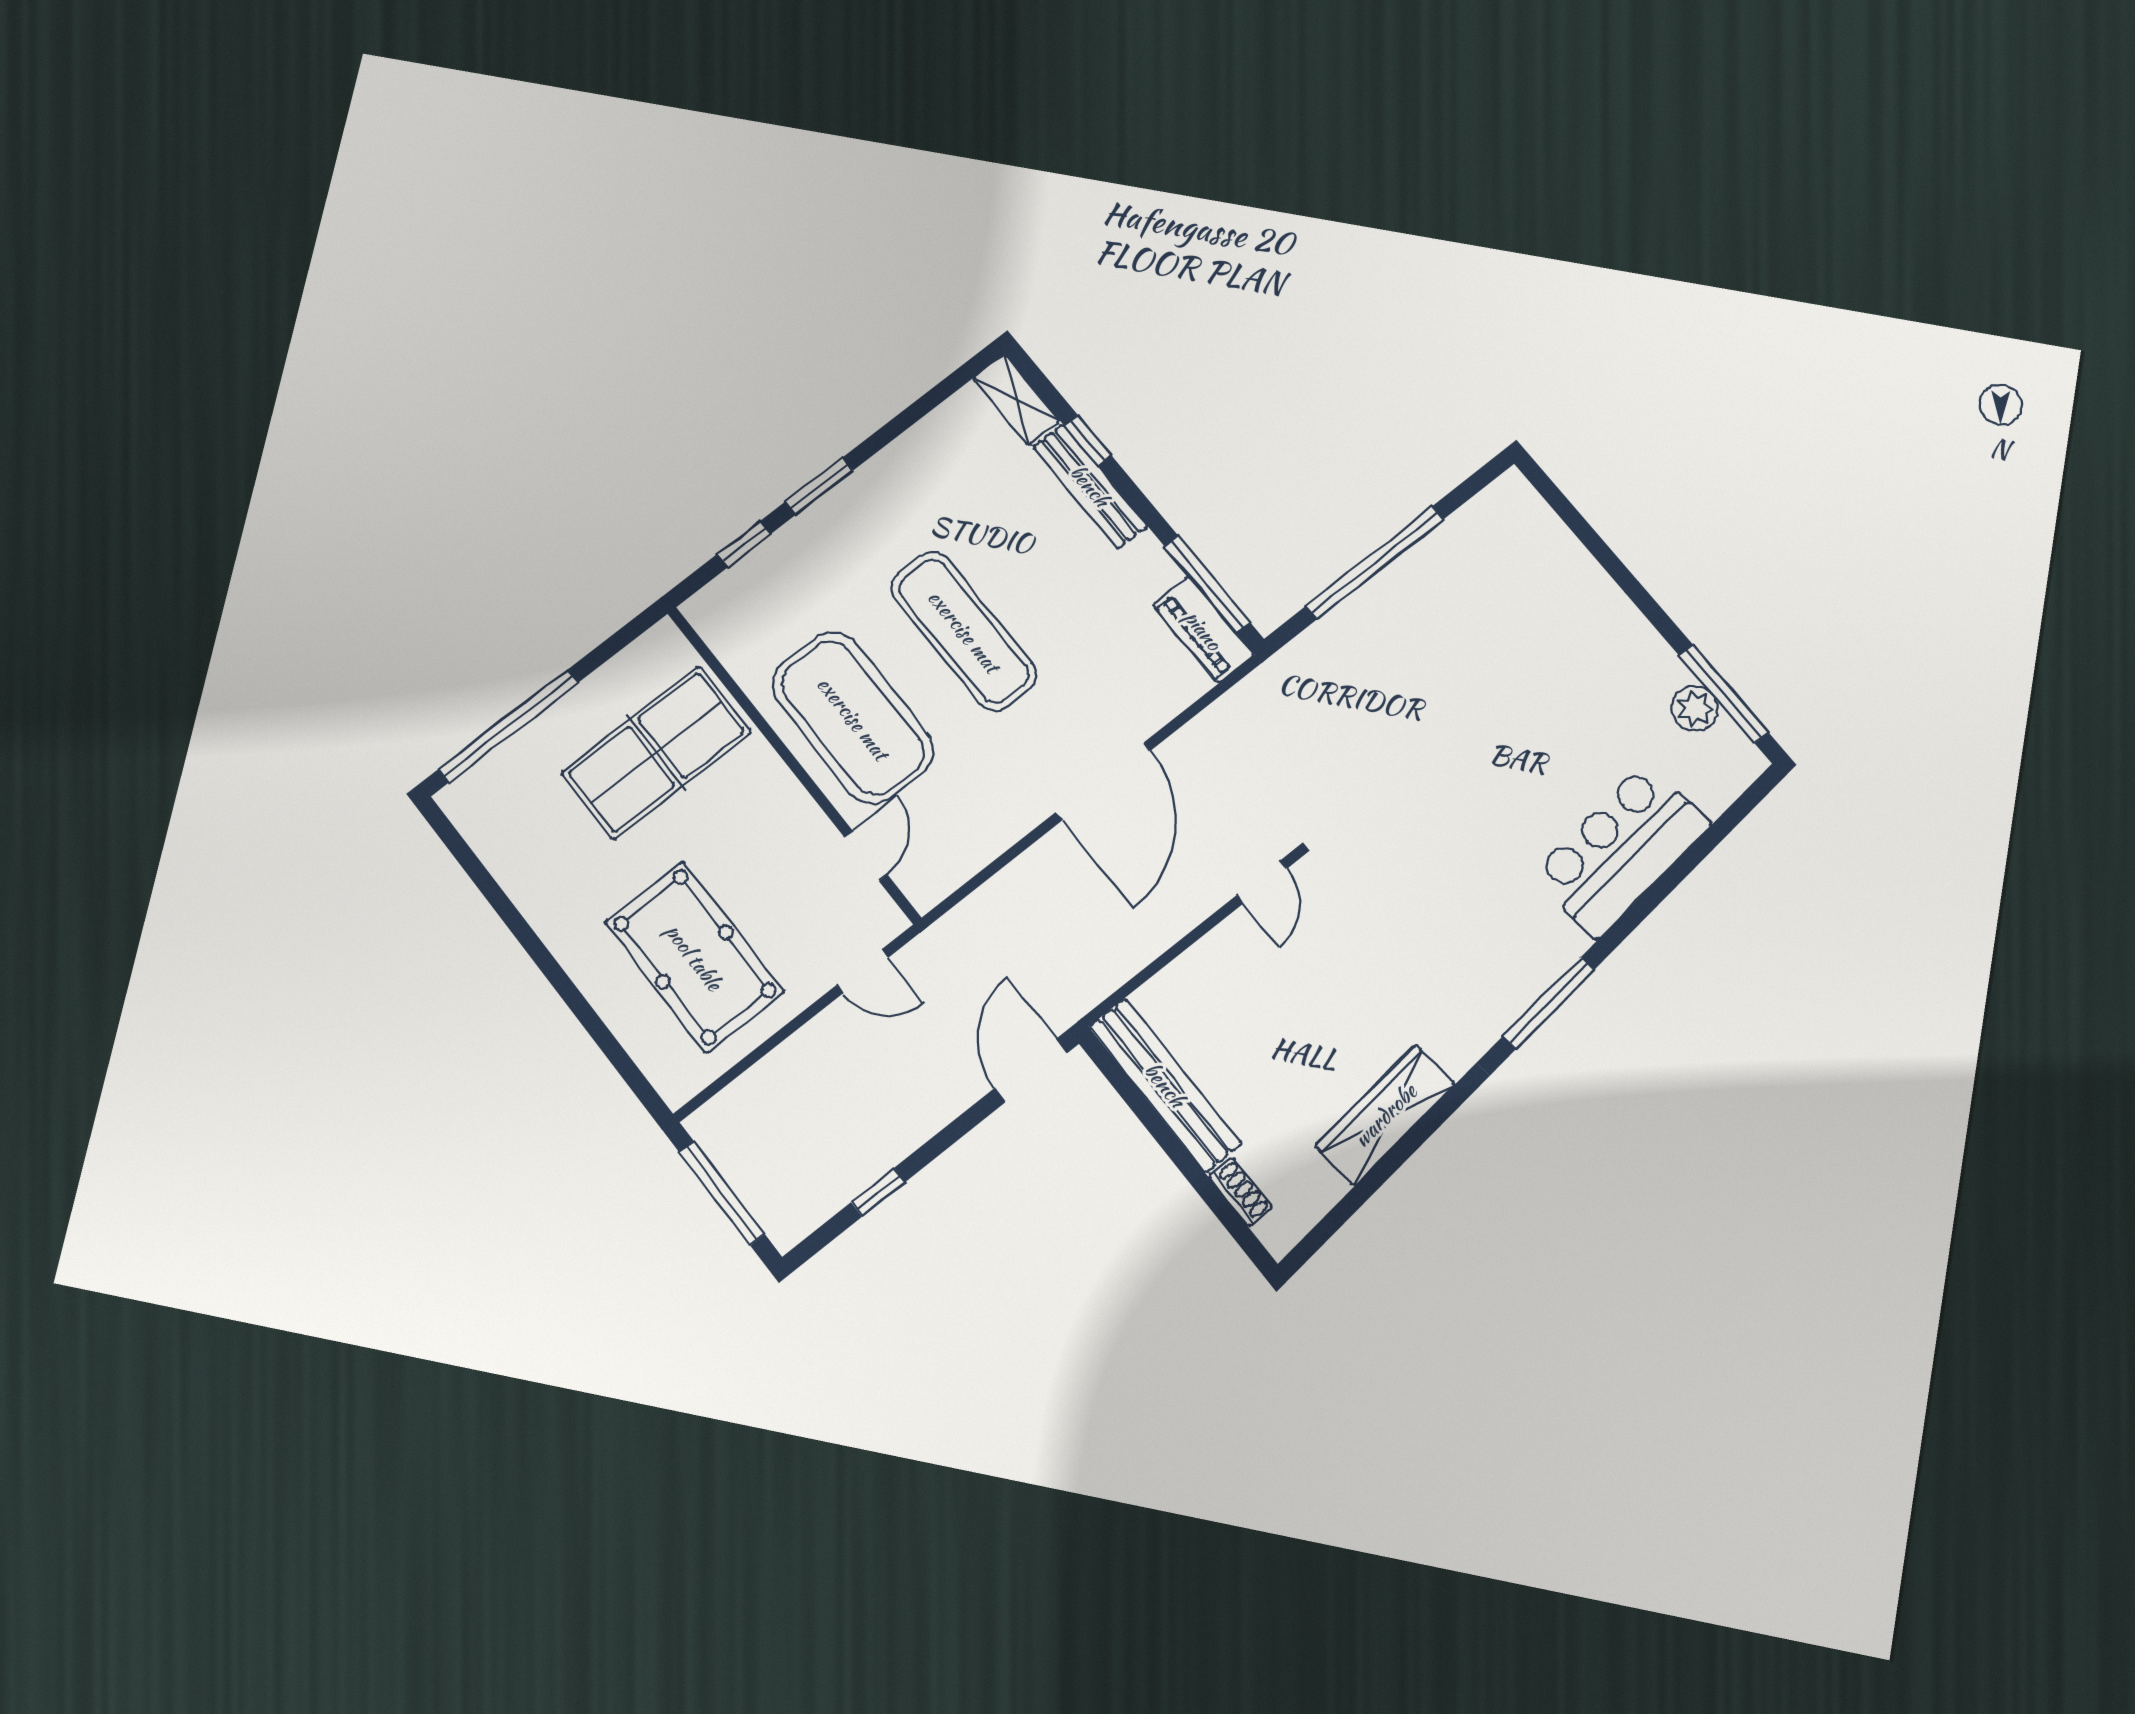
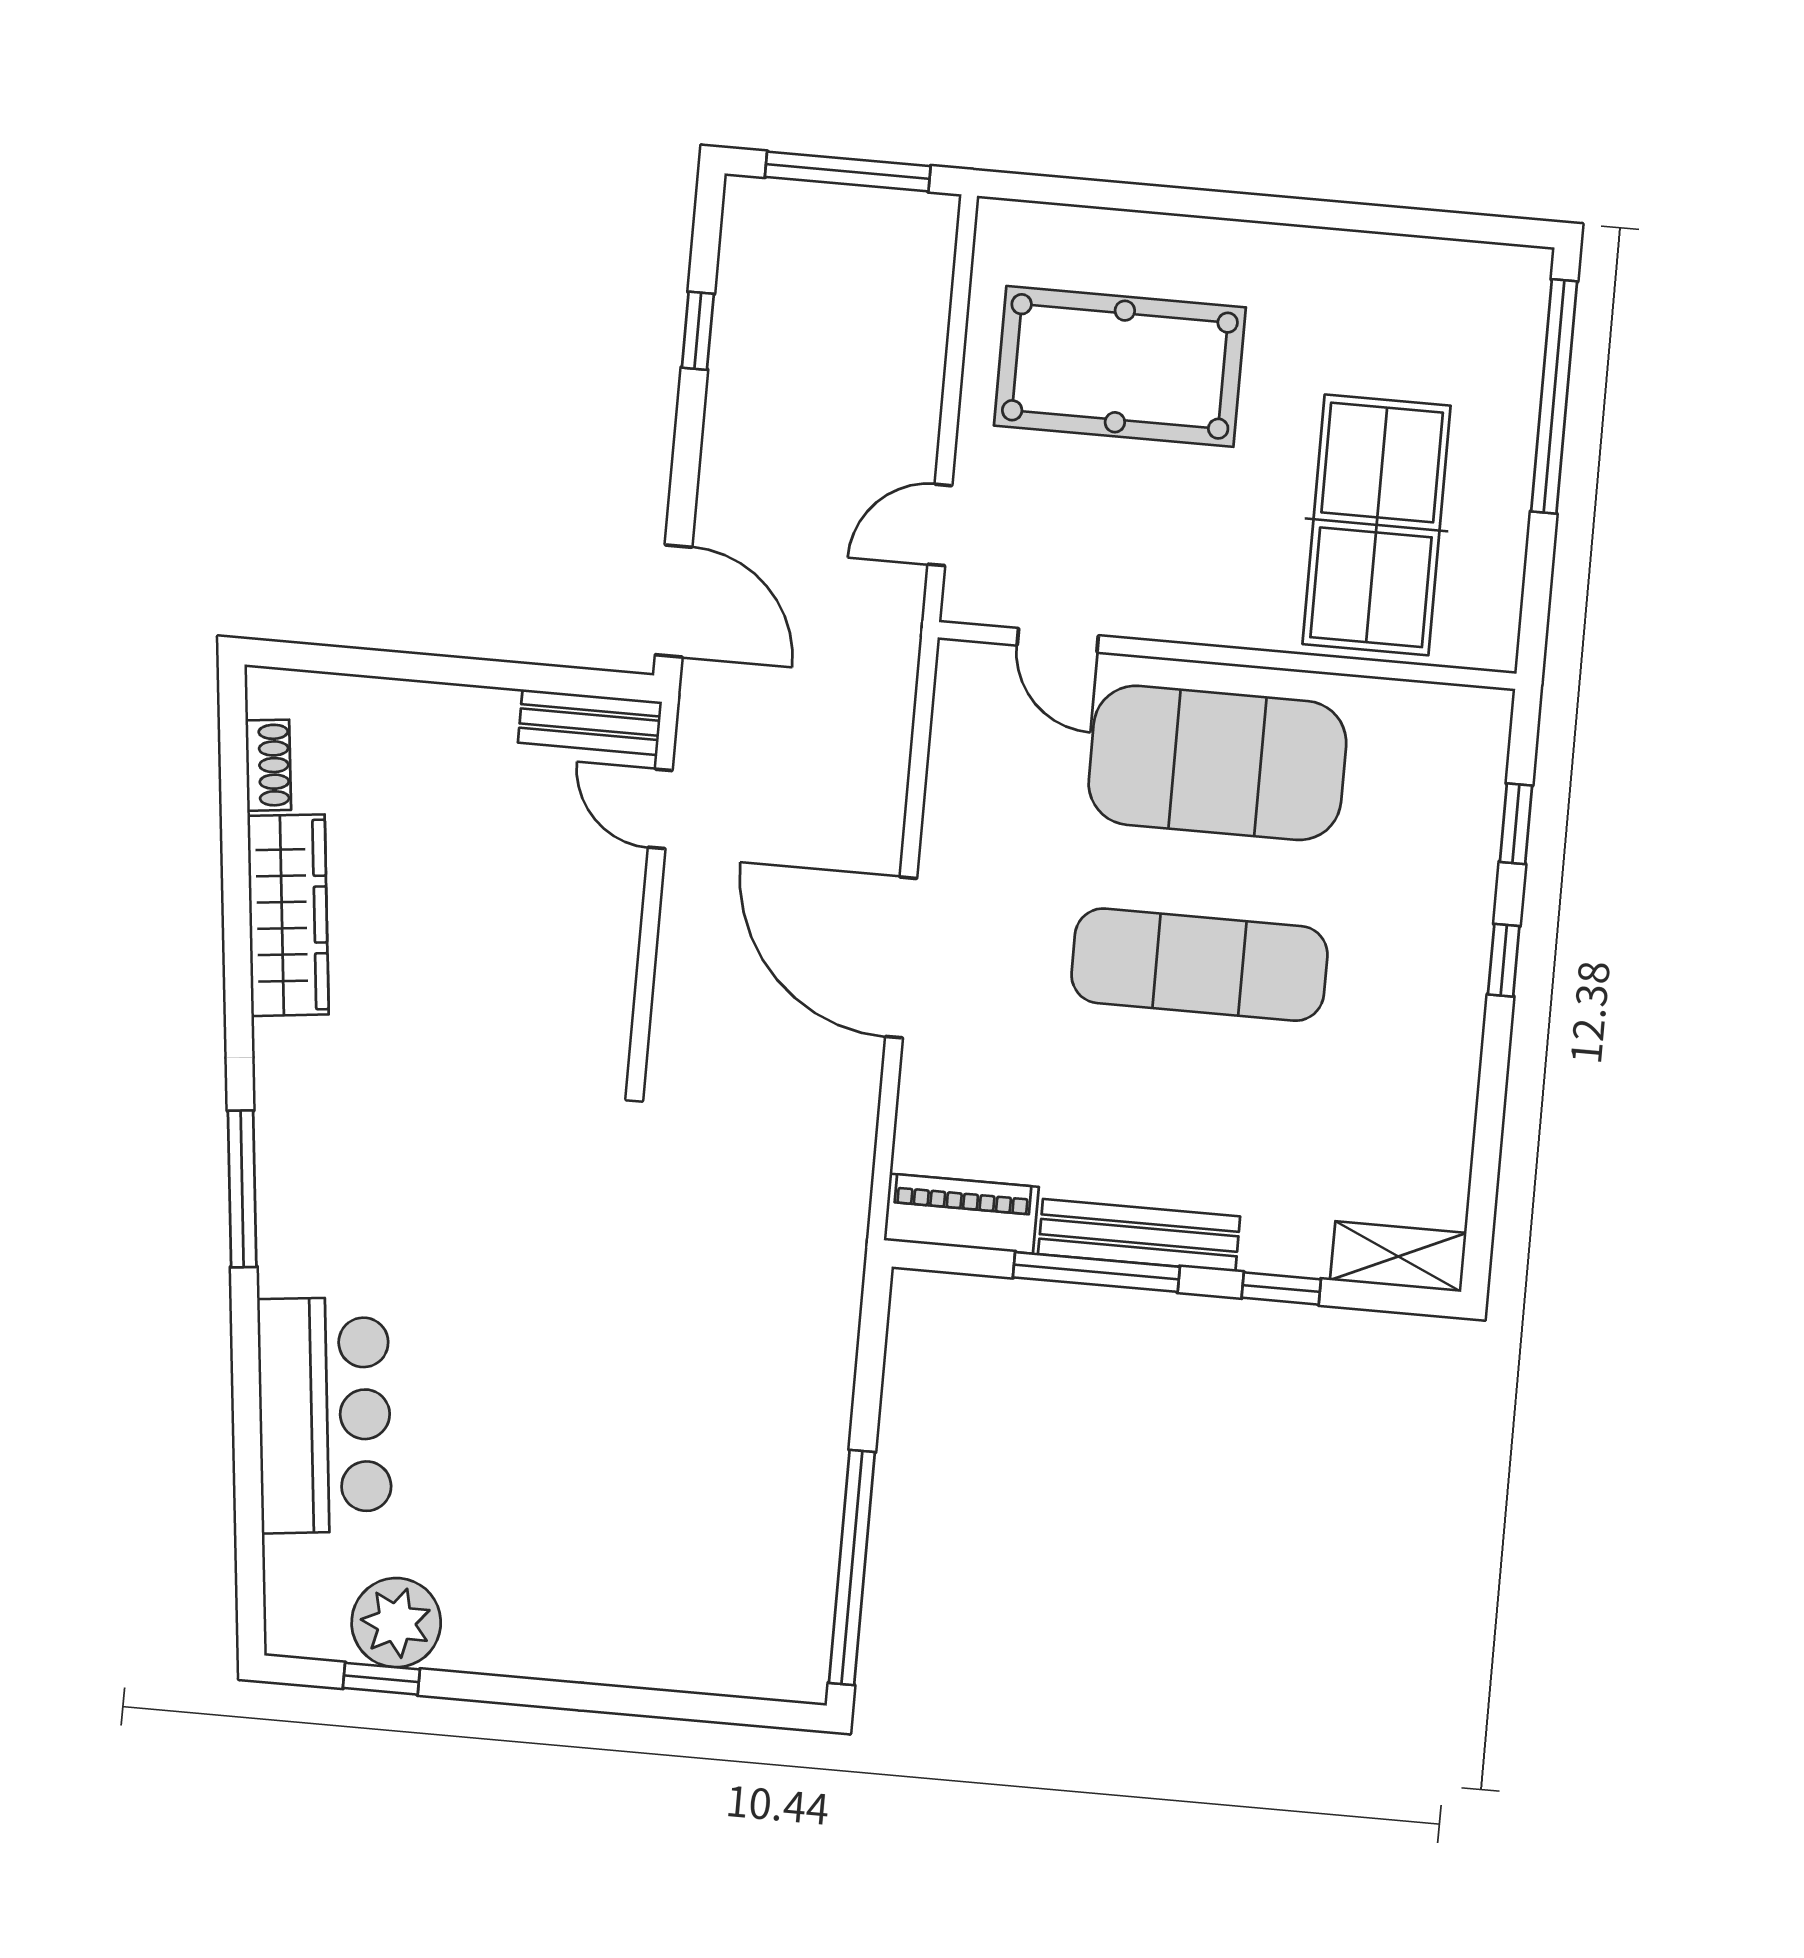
window: (819, 486) -> (1504, 960), width x0.67
bench: (1090, 486) -> (1139, 1235), moved
window: (1375, 563) -> (852, 1567), moved
window: (1207, 584) -> (1096, 1272), moved
window: (1724, 694) -> (381, 1679), width x0.46
plant: (1695, 708) -> (396, 1623), width x1.36, depth x1.36
door: (1262, 882) -> (660, 809), moved
bench: (1165, 1085) -> (590, 722), width x0.54, depth x0.82
shoe rack: (1241, 1192) -> (268, 765), moved, turned -96

